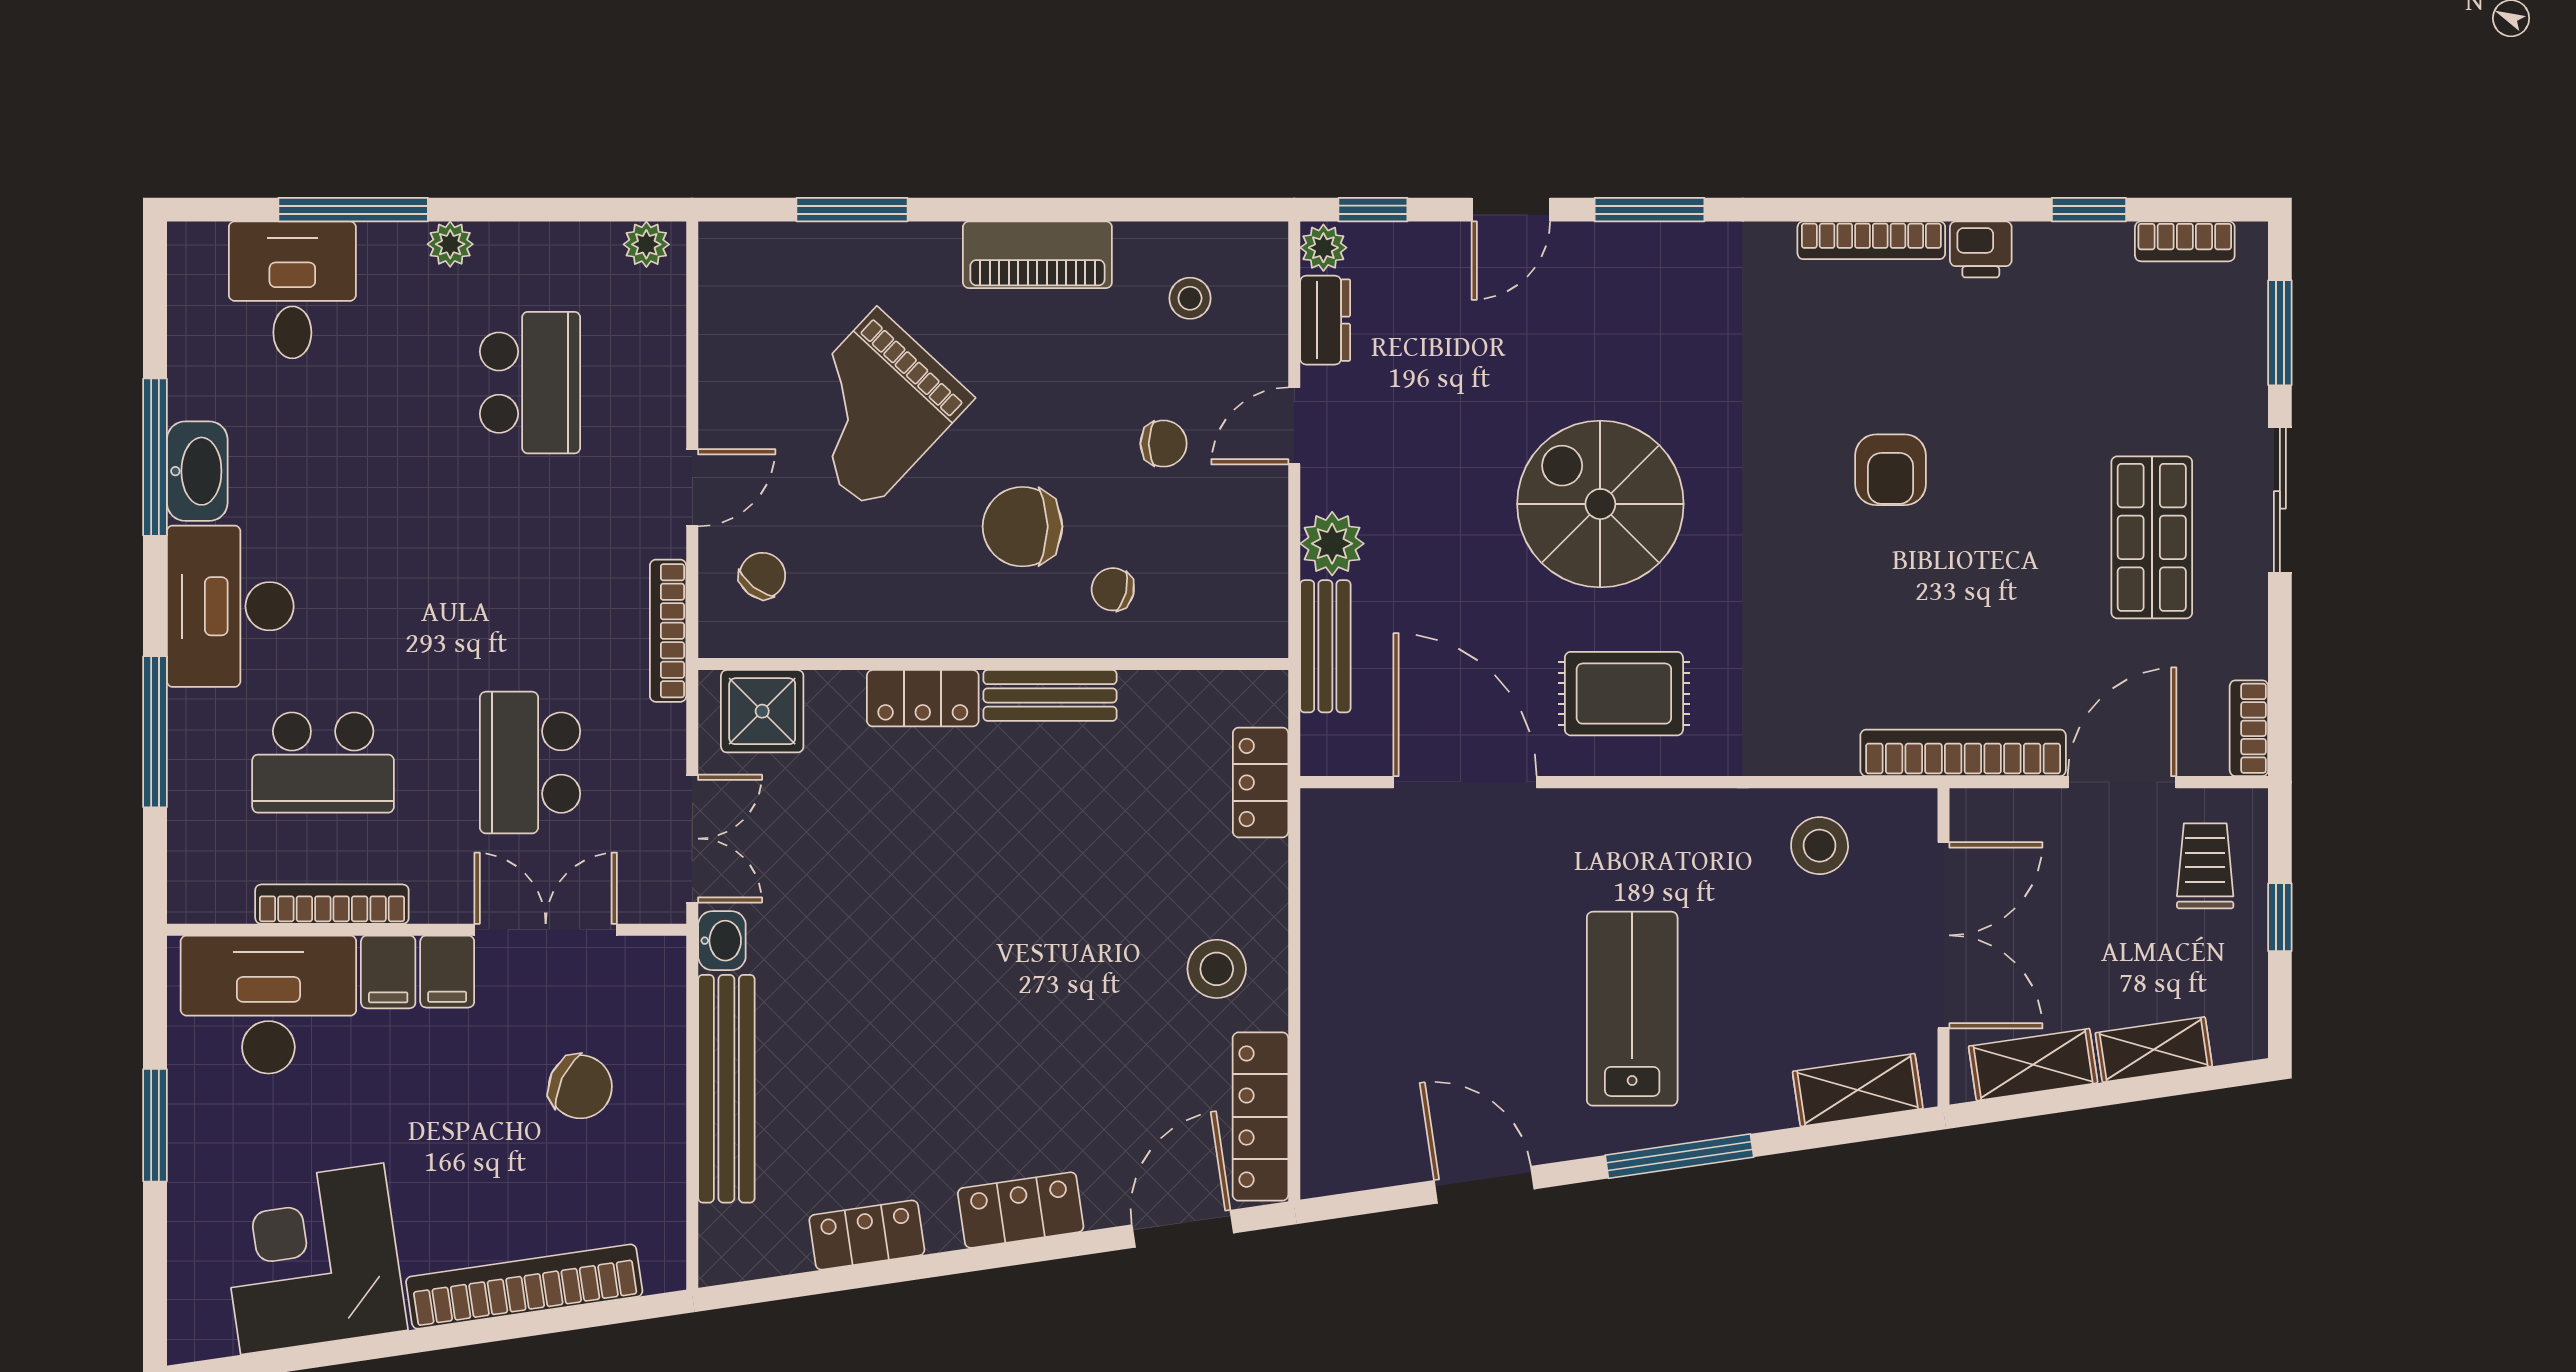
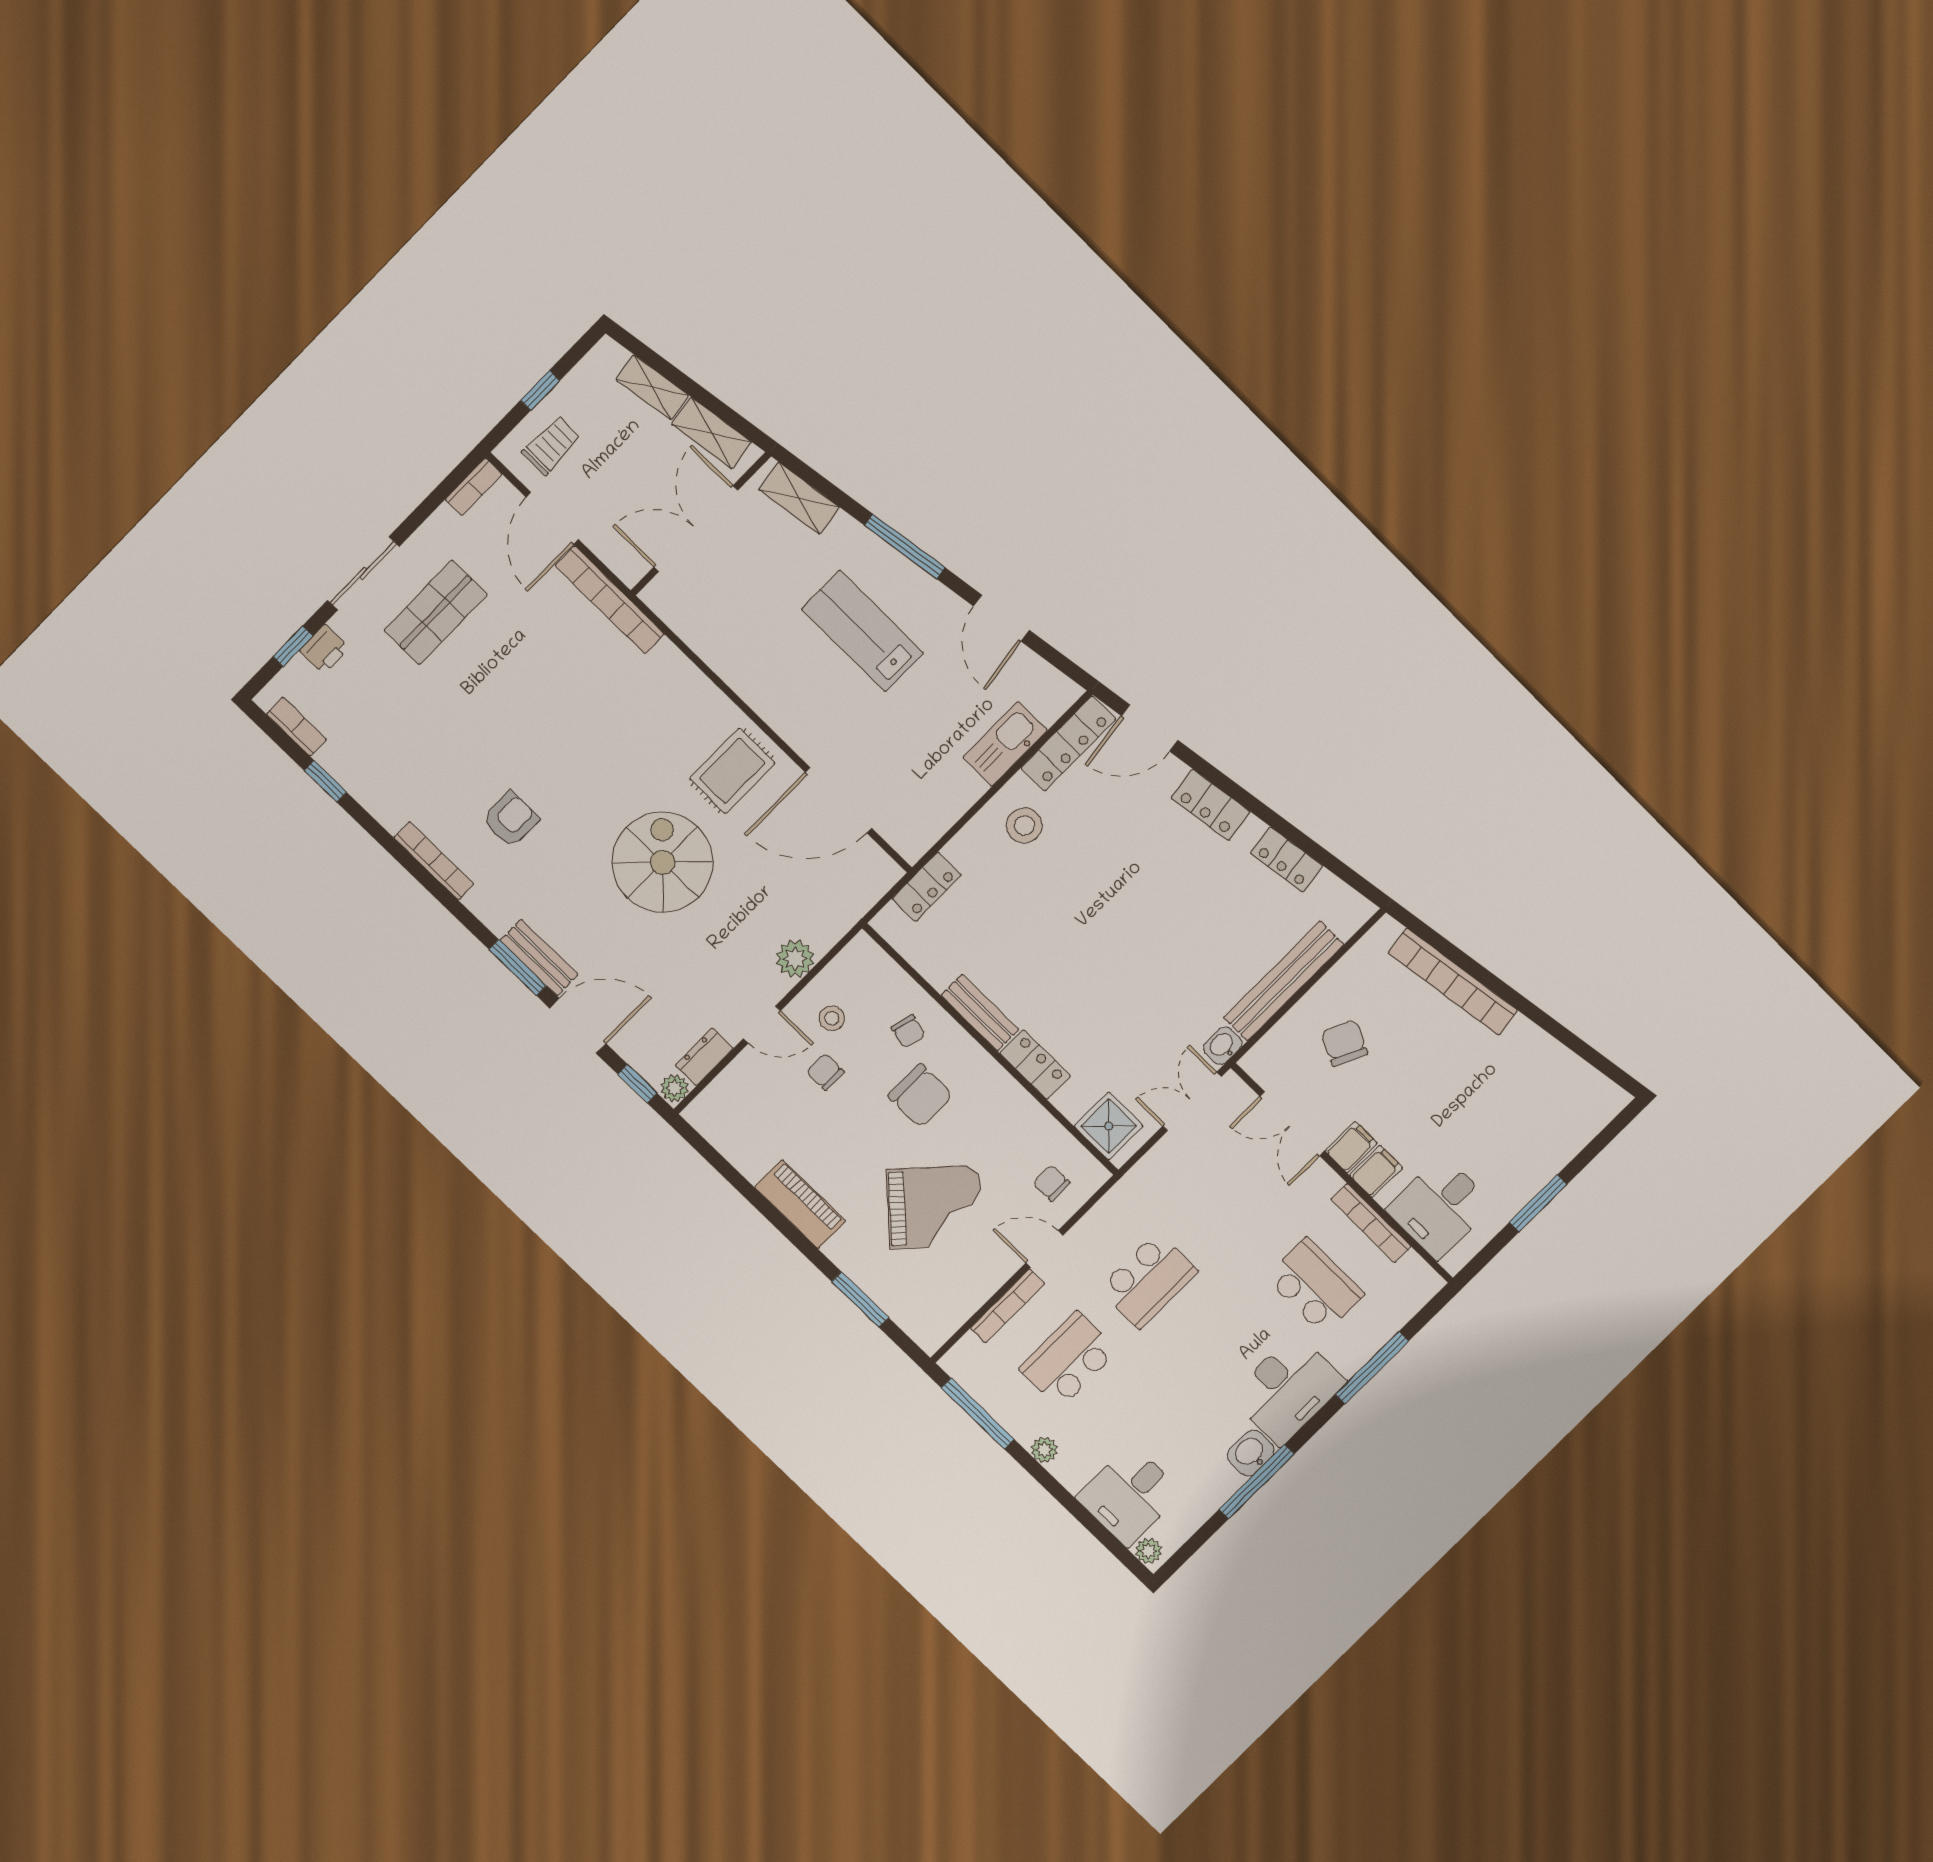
window: (353, 210) -> (978, 1414), moved
door: (1511, 210) -> (578, 1026), width x1.38
plant: (646, 244) -> (1149, 1551), moved
printer: (1981, 249) -> (324, 649), moved, turned 90
stool: (1190, 298) -> (832, 1018), moved
window: (2280, 333) -> (293, 646), width x0.67
armchair: (1891, 470) -> (511, 819), moved
washbasin: (197, 471) -> (1251, 1453), width x0.72
spiral stairs: (1600, 504) -> (663, 862), turned 180
chair: (762, 576) -> (1052, 1183), turned 52
bookcase: (668, 631) -> (1008, 1306), moved
bench: (1325, 646) -> (539, 958), moved, turned 90
rug: (1624, 694) -> (732, 771), turned 90
school desk: (530, 763) -> (1148, 1280), moved
door: (1465, 782) -> (838, 800), hinge flipped
door: (2122, 782) -> (552, 518), hinge flipped
stool: (1820, 846) -> (712, 621), removed
trolley: (2205, 866) -> (551, 446), turned 180
desk: (268, 1005) -> (1440, 1207), width x0.73
lab bench: (1632, 1009) -> (862, 631), turned 90
kitchen sink: (1335, 1042) -> (1005, 744), added
corner desk: (312, 1259) -> (1530, 1082), removed

